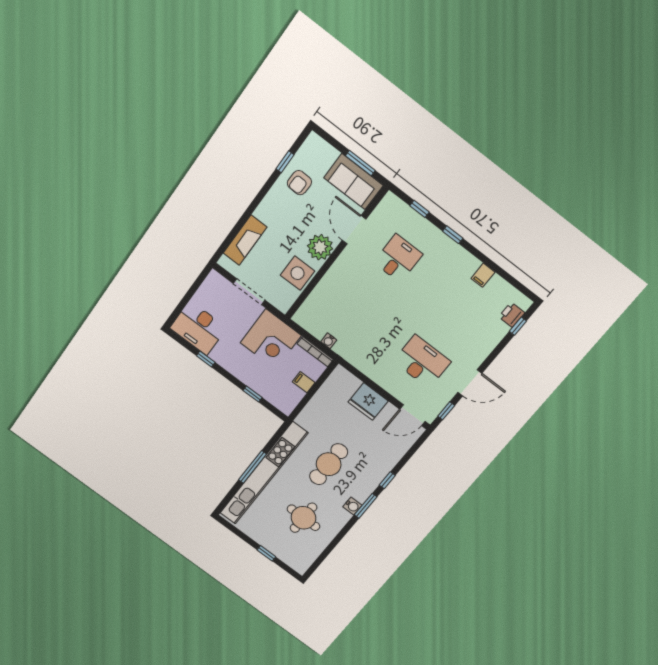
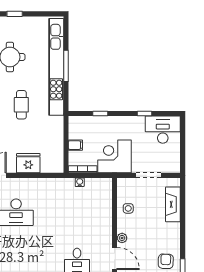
plant: (320, 247) -> (122, 238), width x0.53, depth x0.53
side table: (297, 273) -> (128, 208), width x0.54, depth x0.54
cafe table: (329, 464) -> (21, 105), width x0.73, depth x0.74

